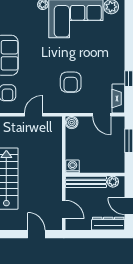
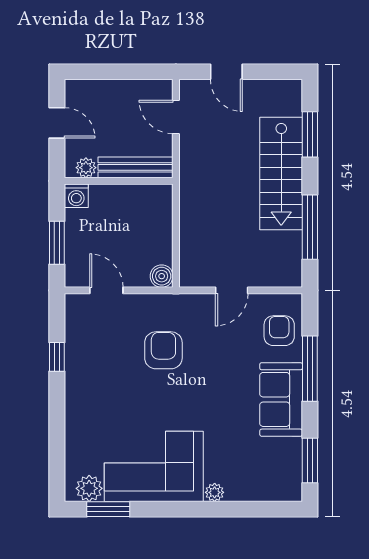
fireplace: (118, 98) -> (76, 320), removed
washing machine: (73, 166) -> (76, 196), moved
dresser: (108, 224) -> (95, 91), removed

